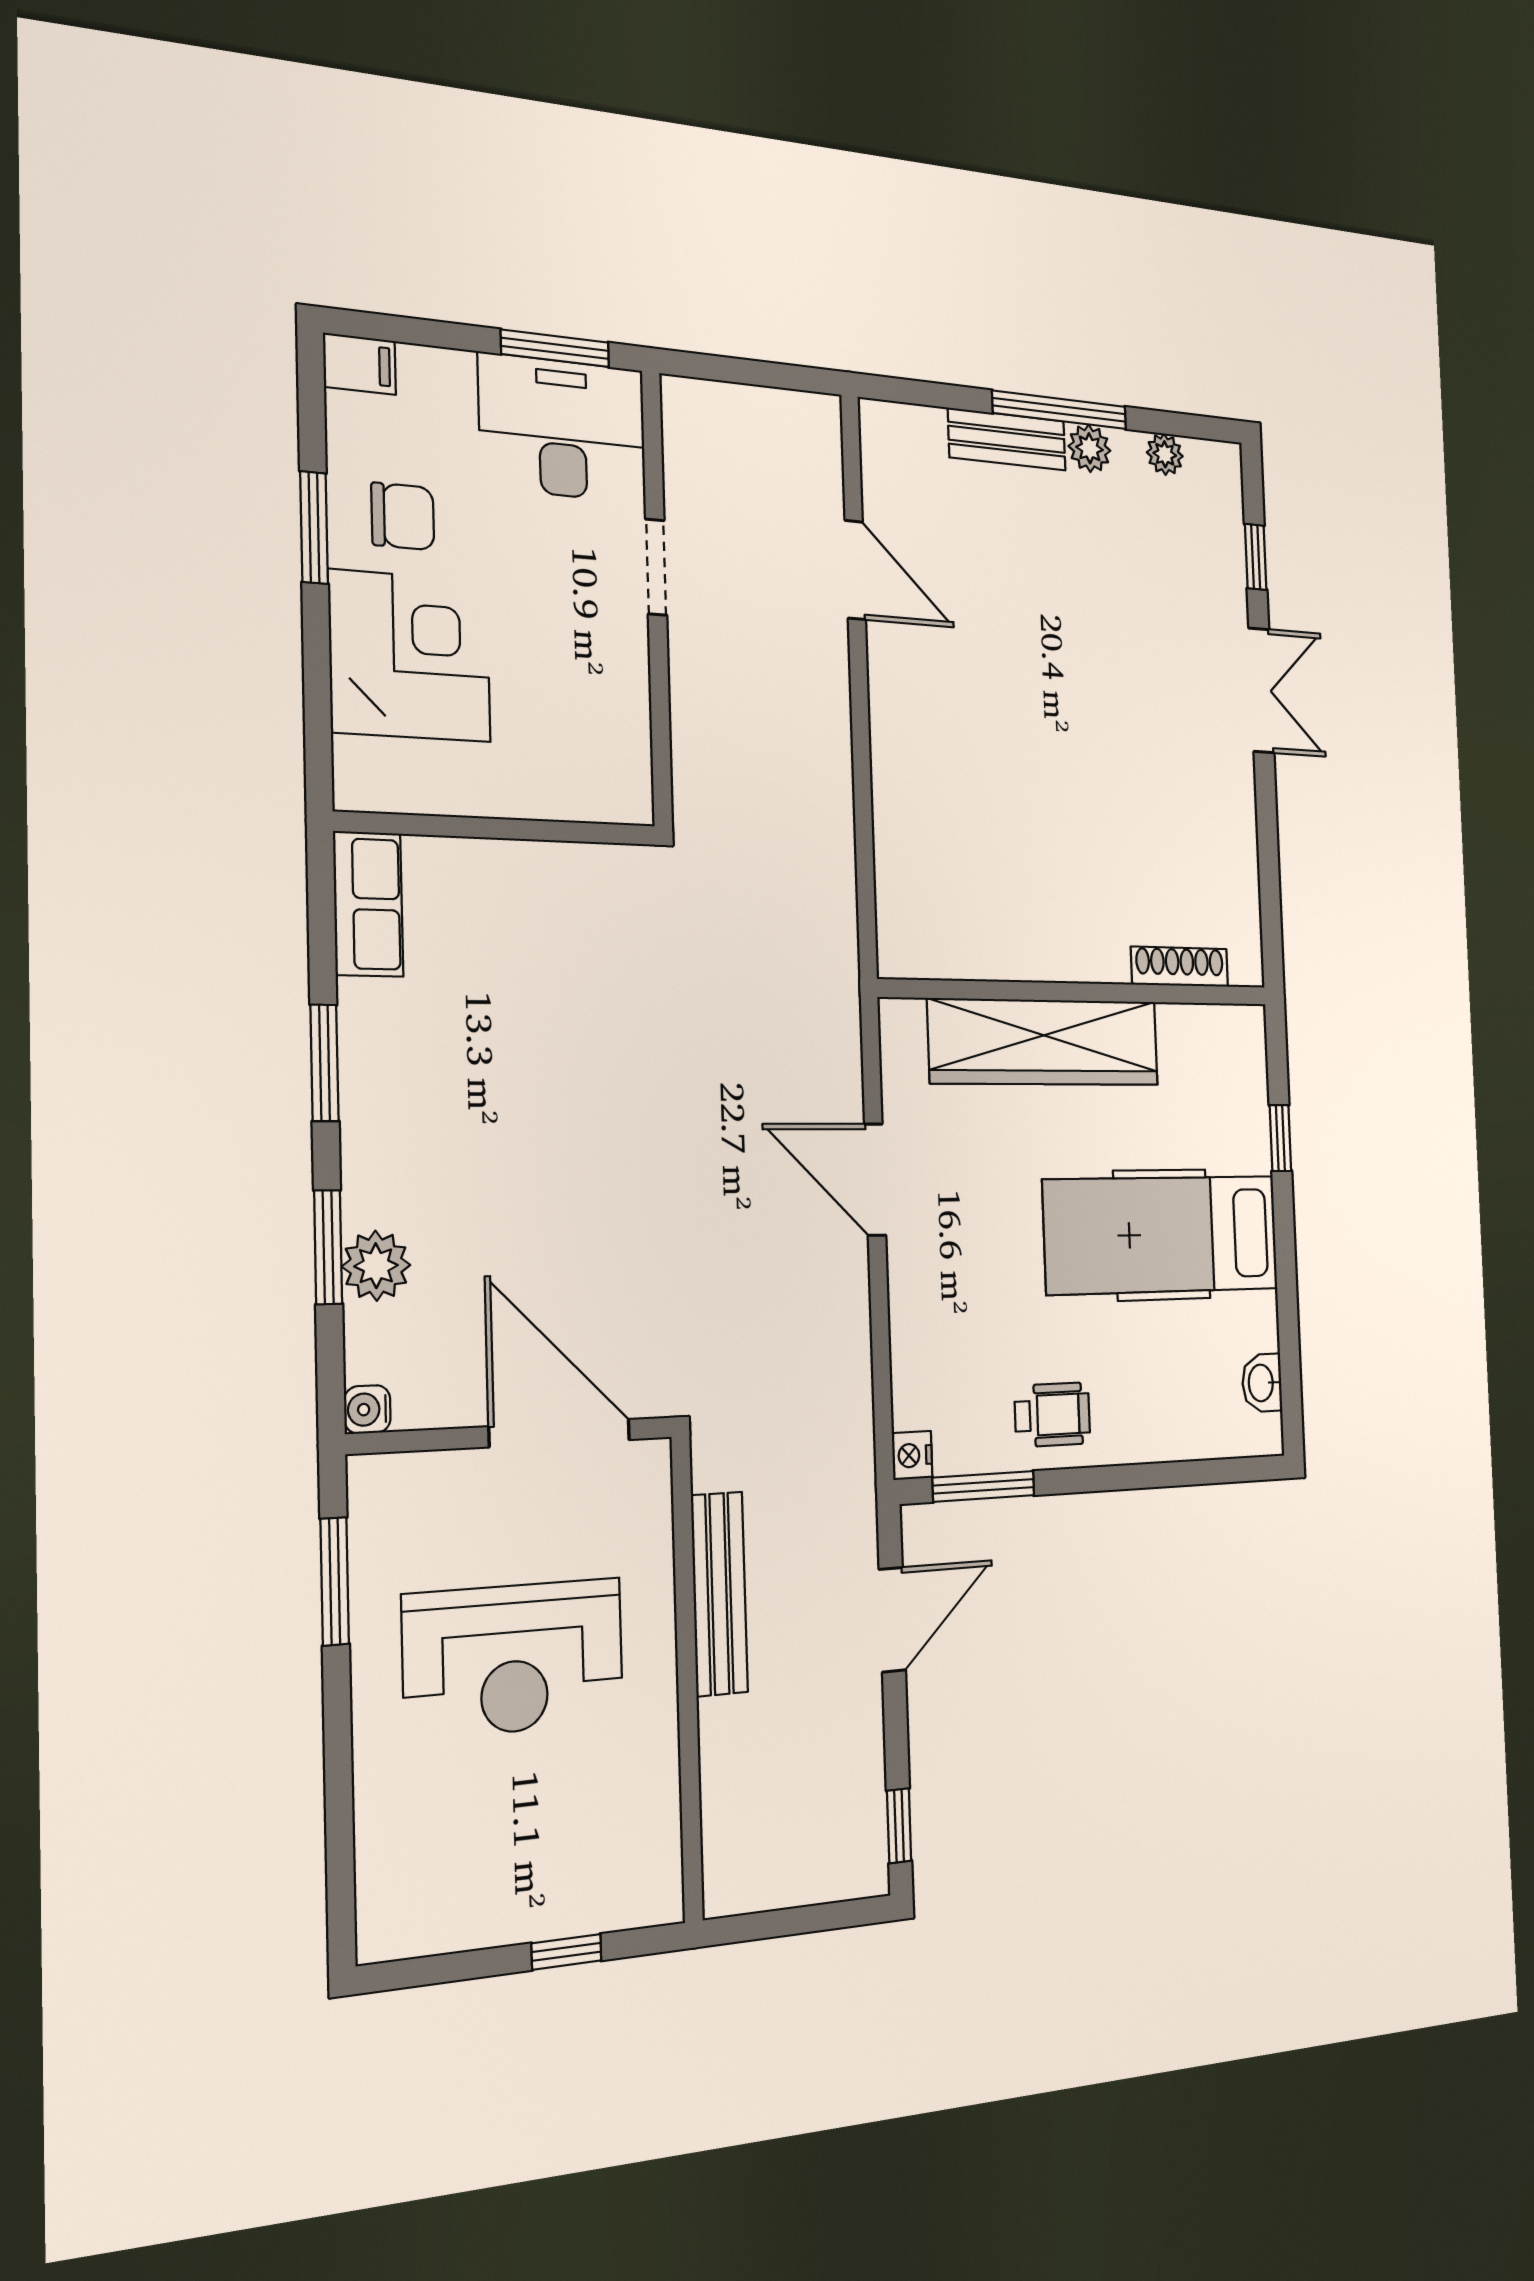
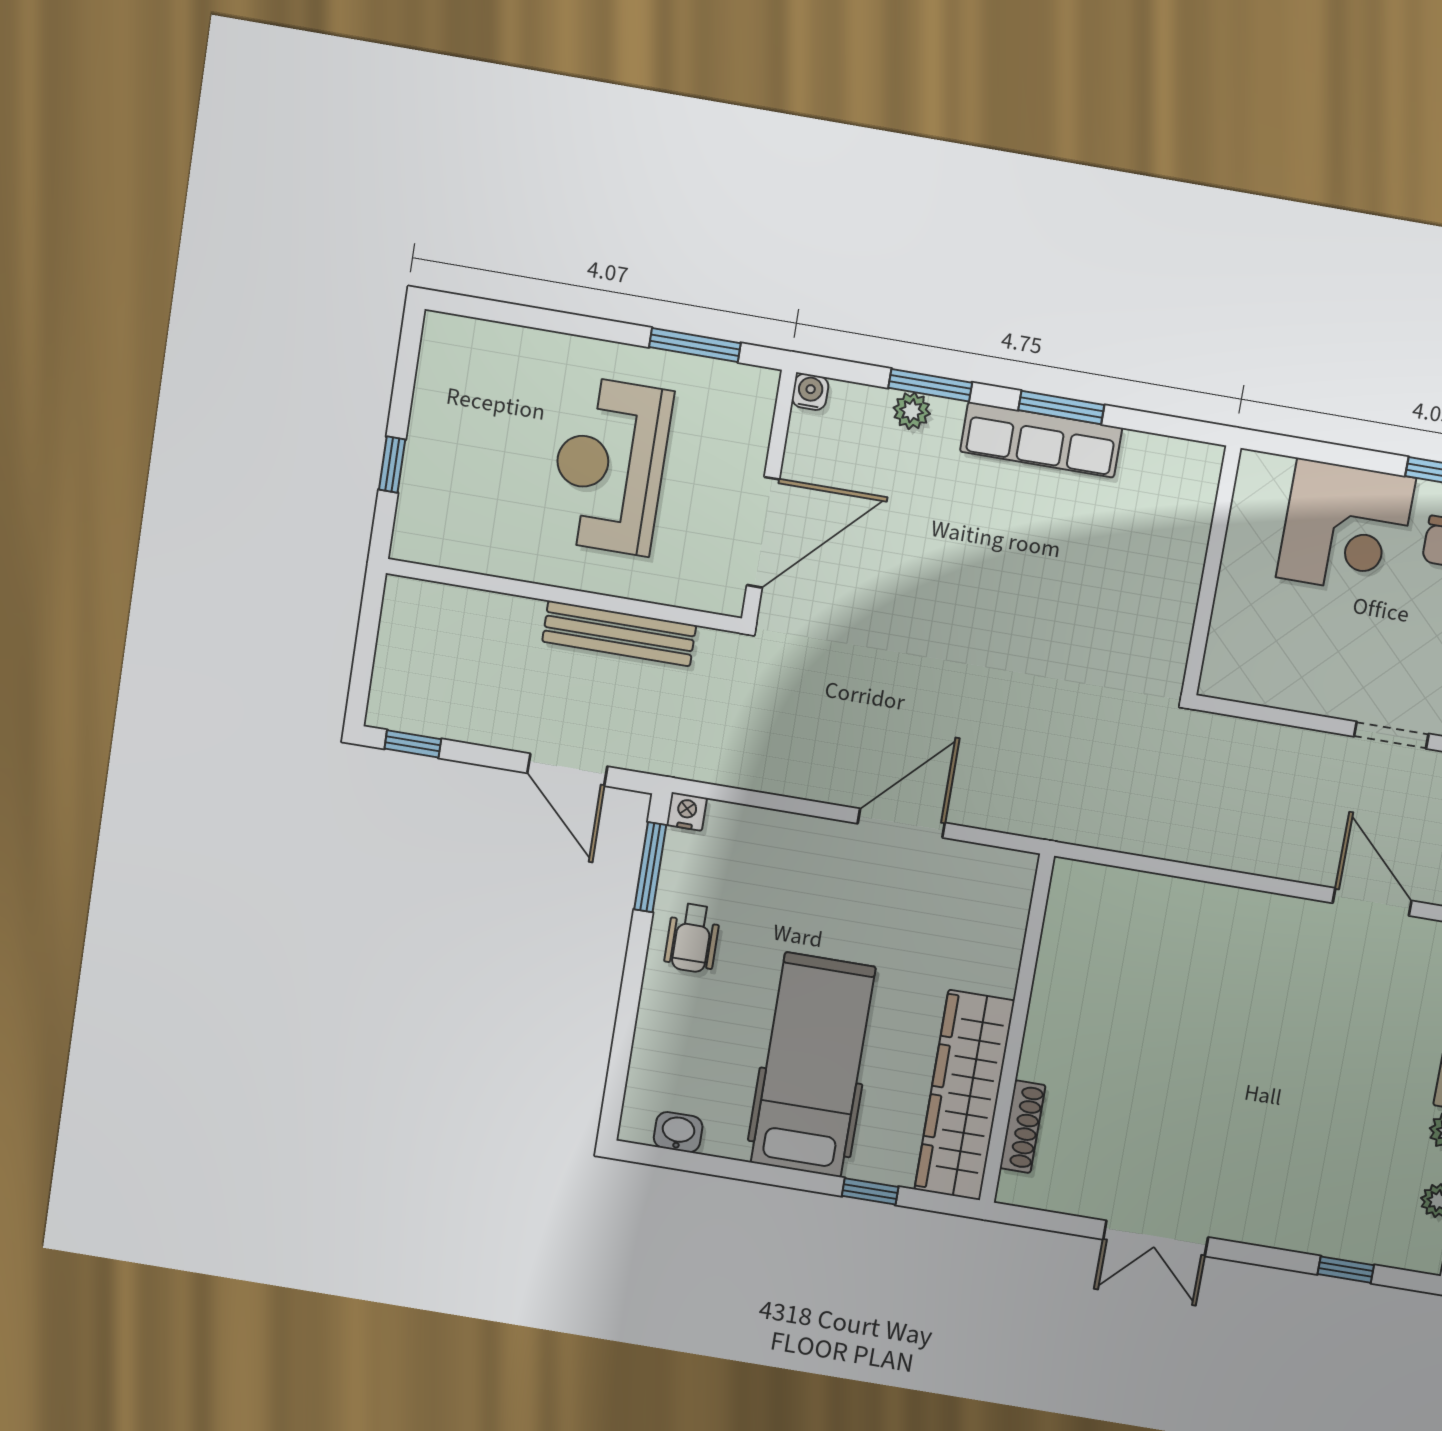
door: (855, 570) -> (1372, 902), swing flipped
double door: (1261, 690) -> (1156, 1238), moved
row of seats: (368, 904) -> (1041, 440), moved, width x1.48
wardrobe: (1044, 1042) -> (964, 1095), moved
plant: (376, 1266) -> (912, 411), width x0.73, depth x0.73

